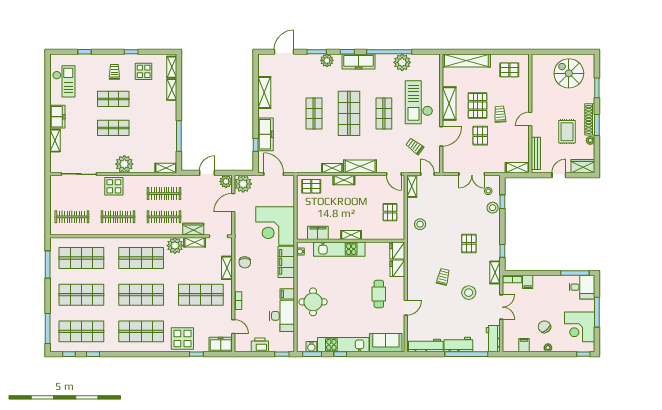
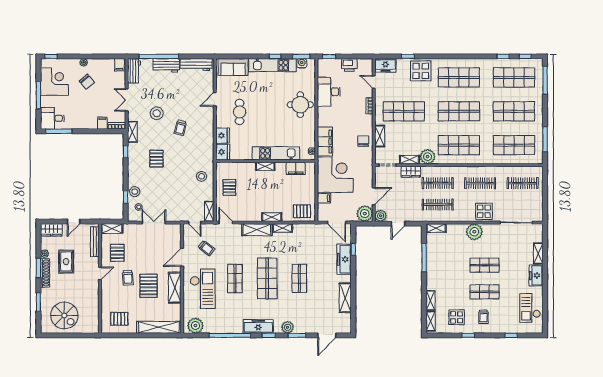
plant: (402, 62) -> (195, 326), moved
pallet: (480, 136) -> (117, 253), moved
filing cabinet: (287, 294) -> (324, 198), moved
filing cabinet: (524, 345) -> (119, 65), moved

